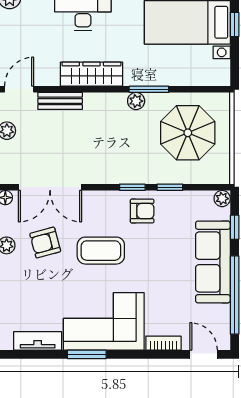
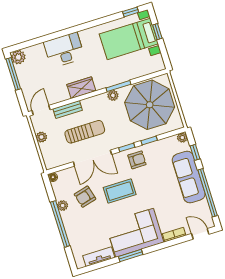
wardrobe: (91, 74) -> (81, 88), width x0.67
parasol: (188, 133) -> (150, 105), width x1.36, depth x1.36
sun lounger: (76, 143) -> (85, 132), added
double door: (50, 187) -> (92, 158), moved

